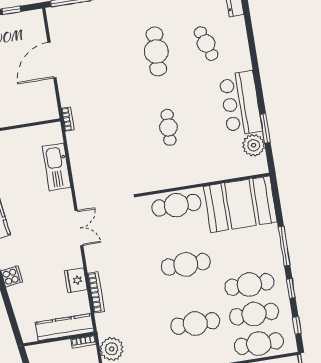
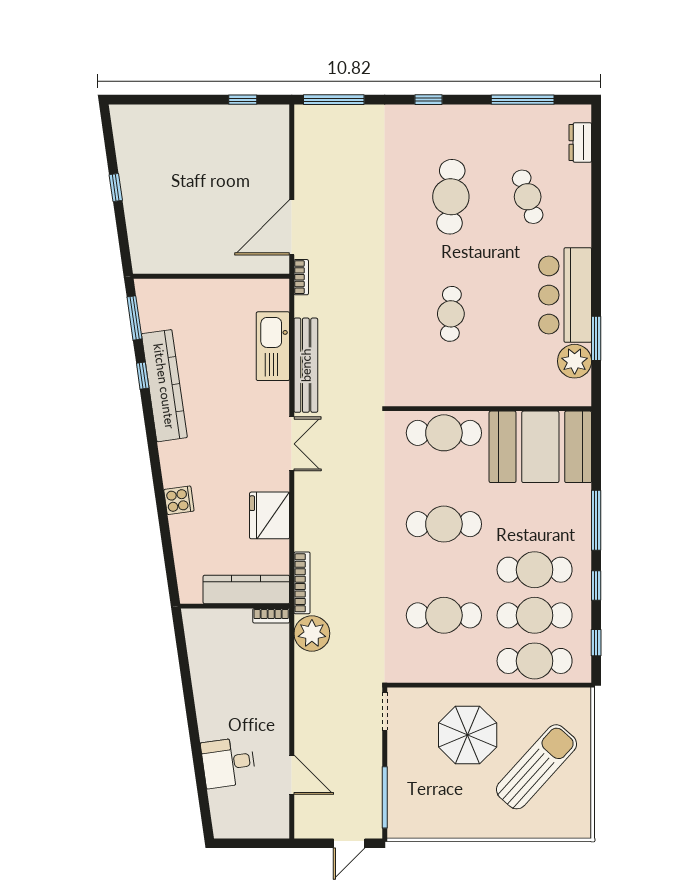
door: (52, 60) -> (292, 227), moved
bench: (80, 176) -> (306, 365), added
fridge: (76, 280) -> (270, 515), width x1.36, depth x1.34
bookcase: (96, 292) -> (302, 583), moved

